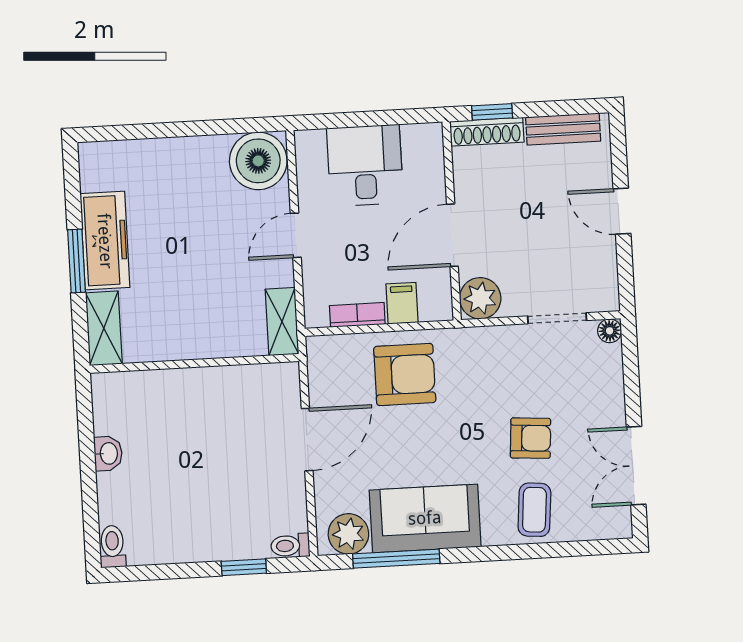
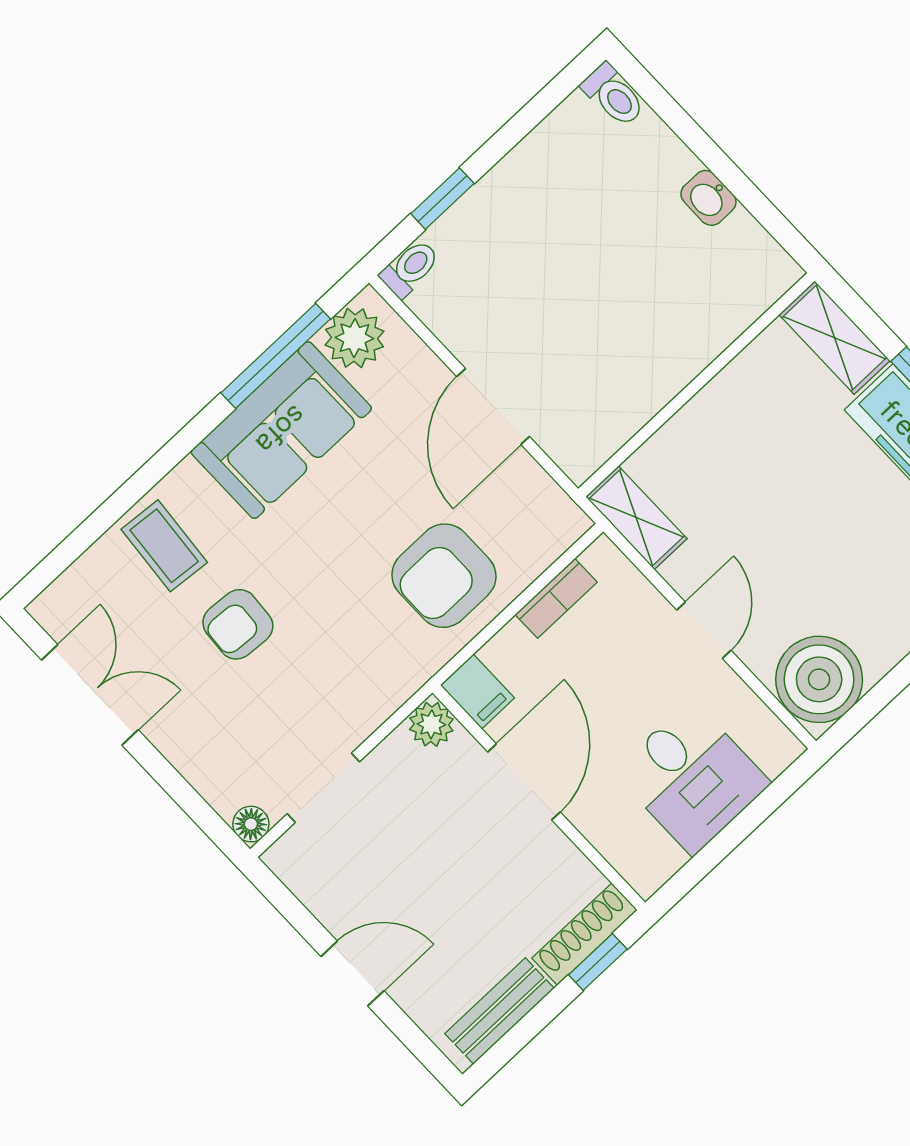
plant: (480, 298) -> (431, 724), width x0.73, depth x0.73
filing cabinet: (402, 303) -> (477, 692), moved

